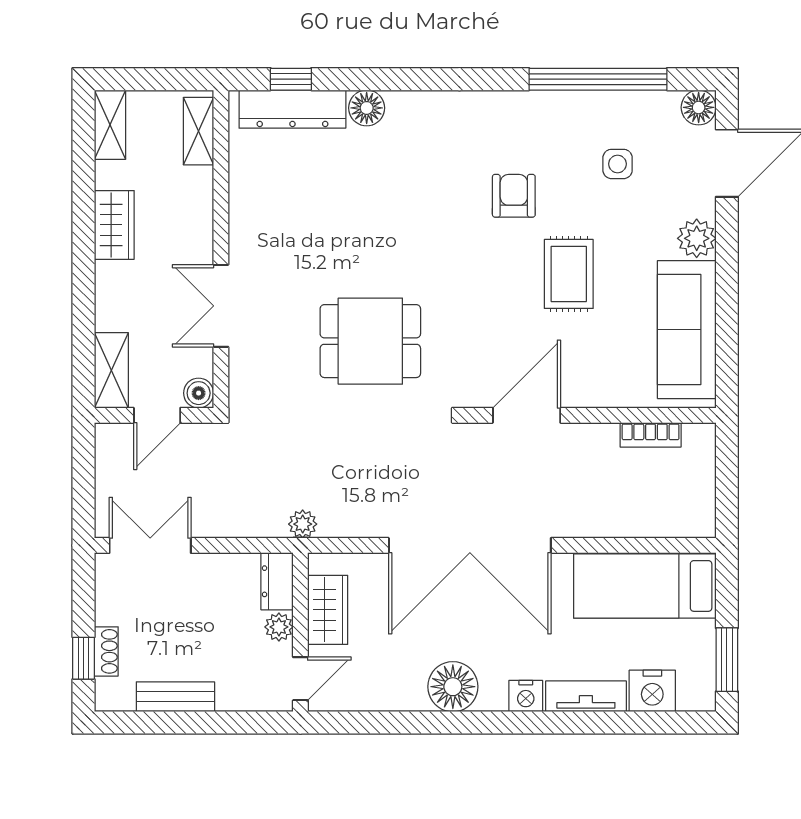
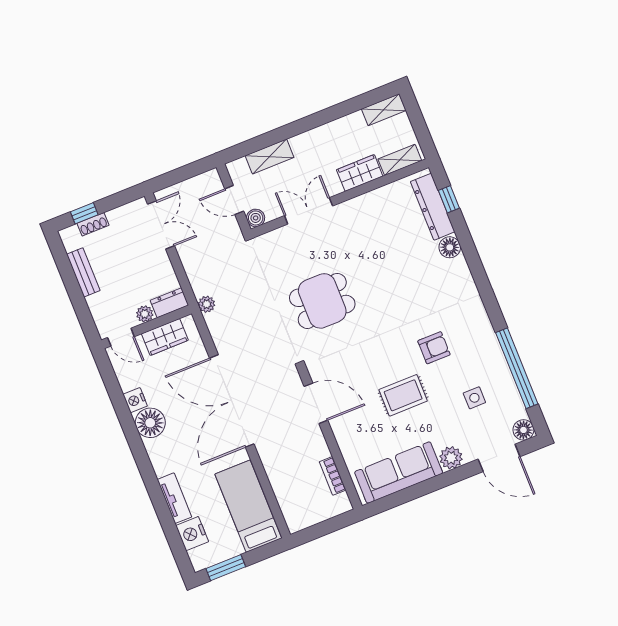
wardrobe: (114, 225) -> (360, 173), moved, turned 180
dining table: (370, 341) -> (322, 301), turned 90
shelving: (111, 370) -> (270, 157), moved
nightstand: (526, 696) -> (135, 400), moved

